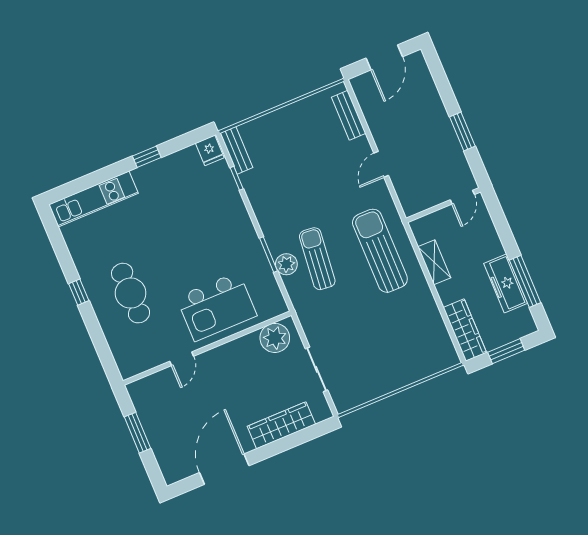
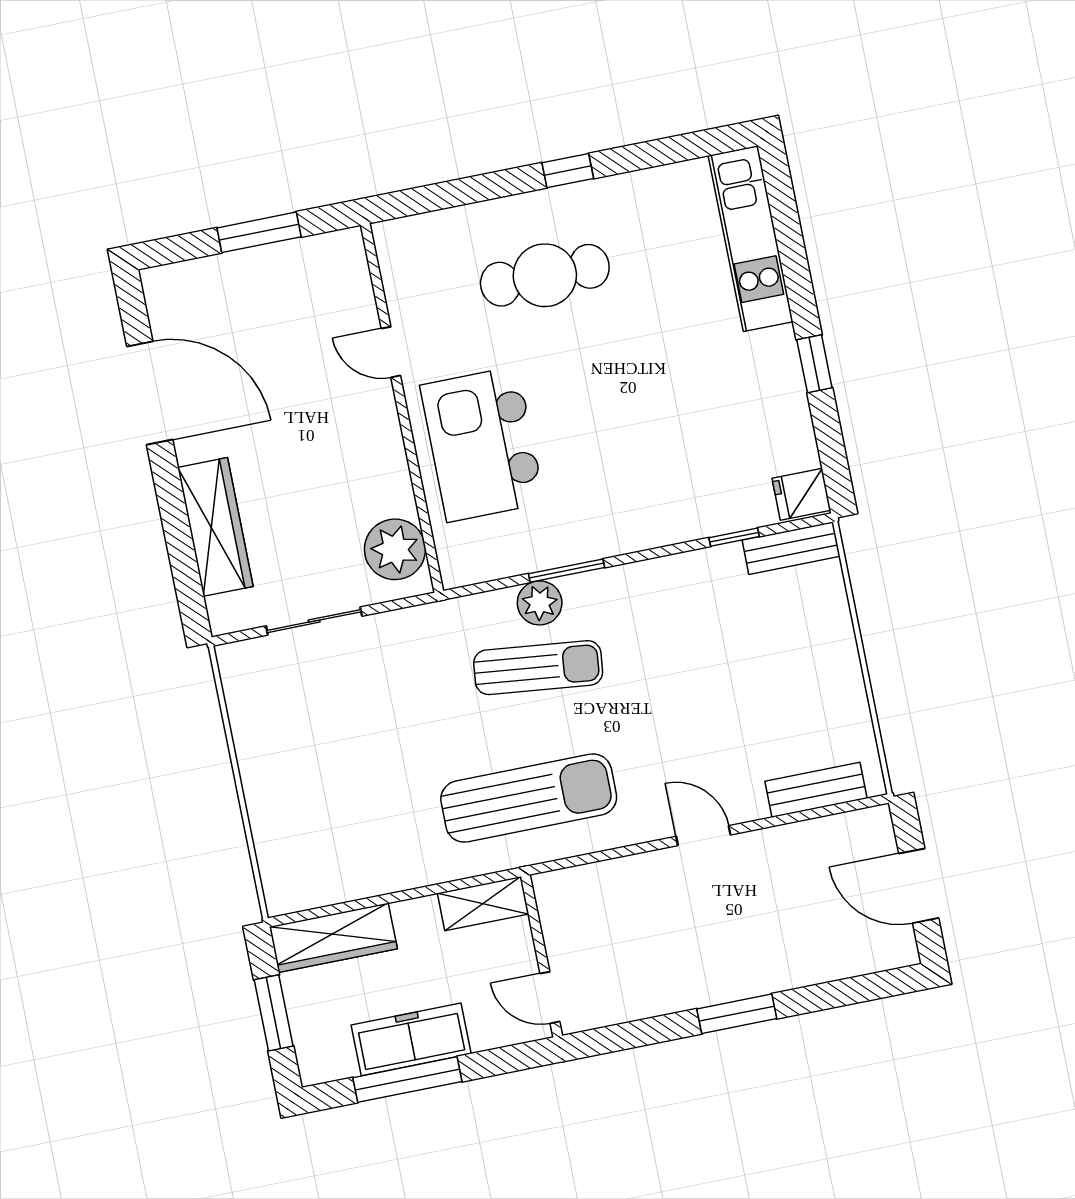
door: (462, 197) -> (550, 998), moved
wall: (443, 205) -> (542, 956), moved

